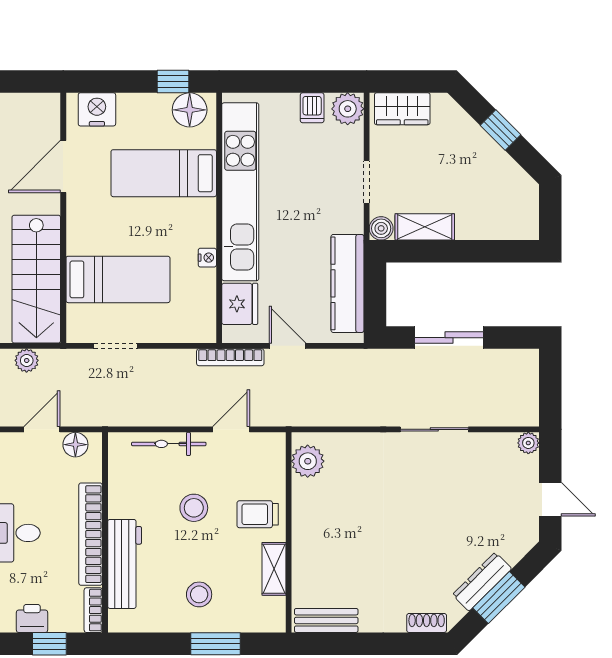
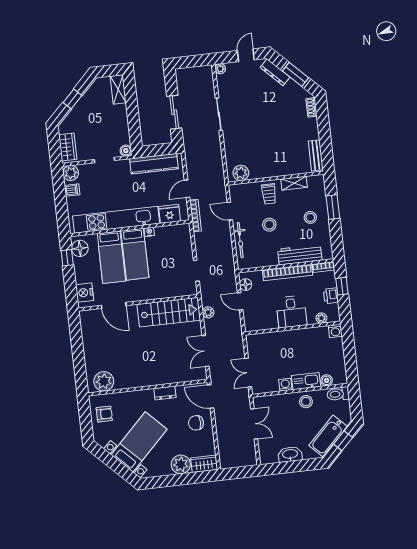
shelving: (425, 227) -> (118, 89), moved
bed: (118, 279) -> (135, 254), moved, turned 180
dresser: (482, 582) -> (275, 72), moved

